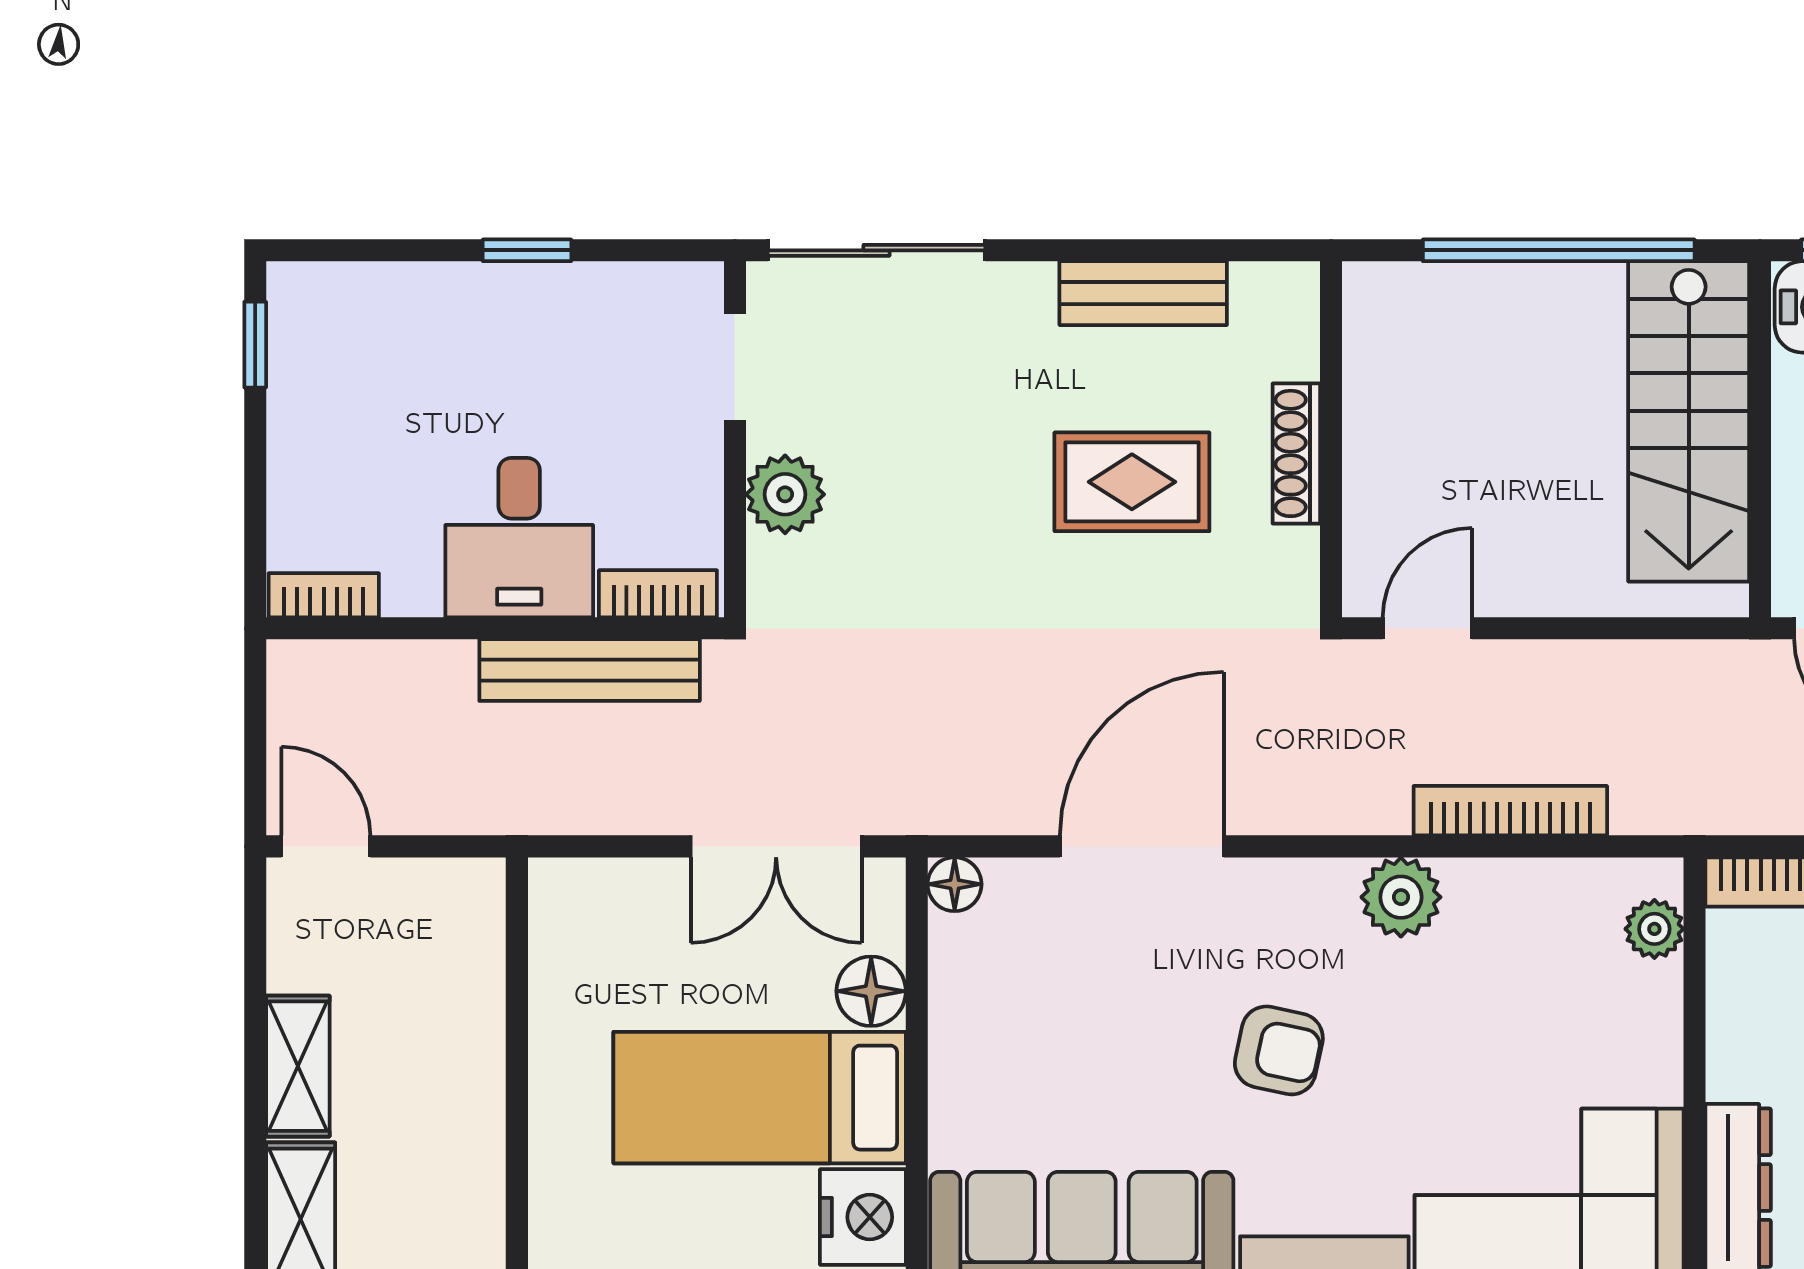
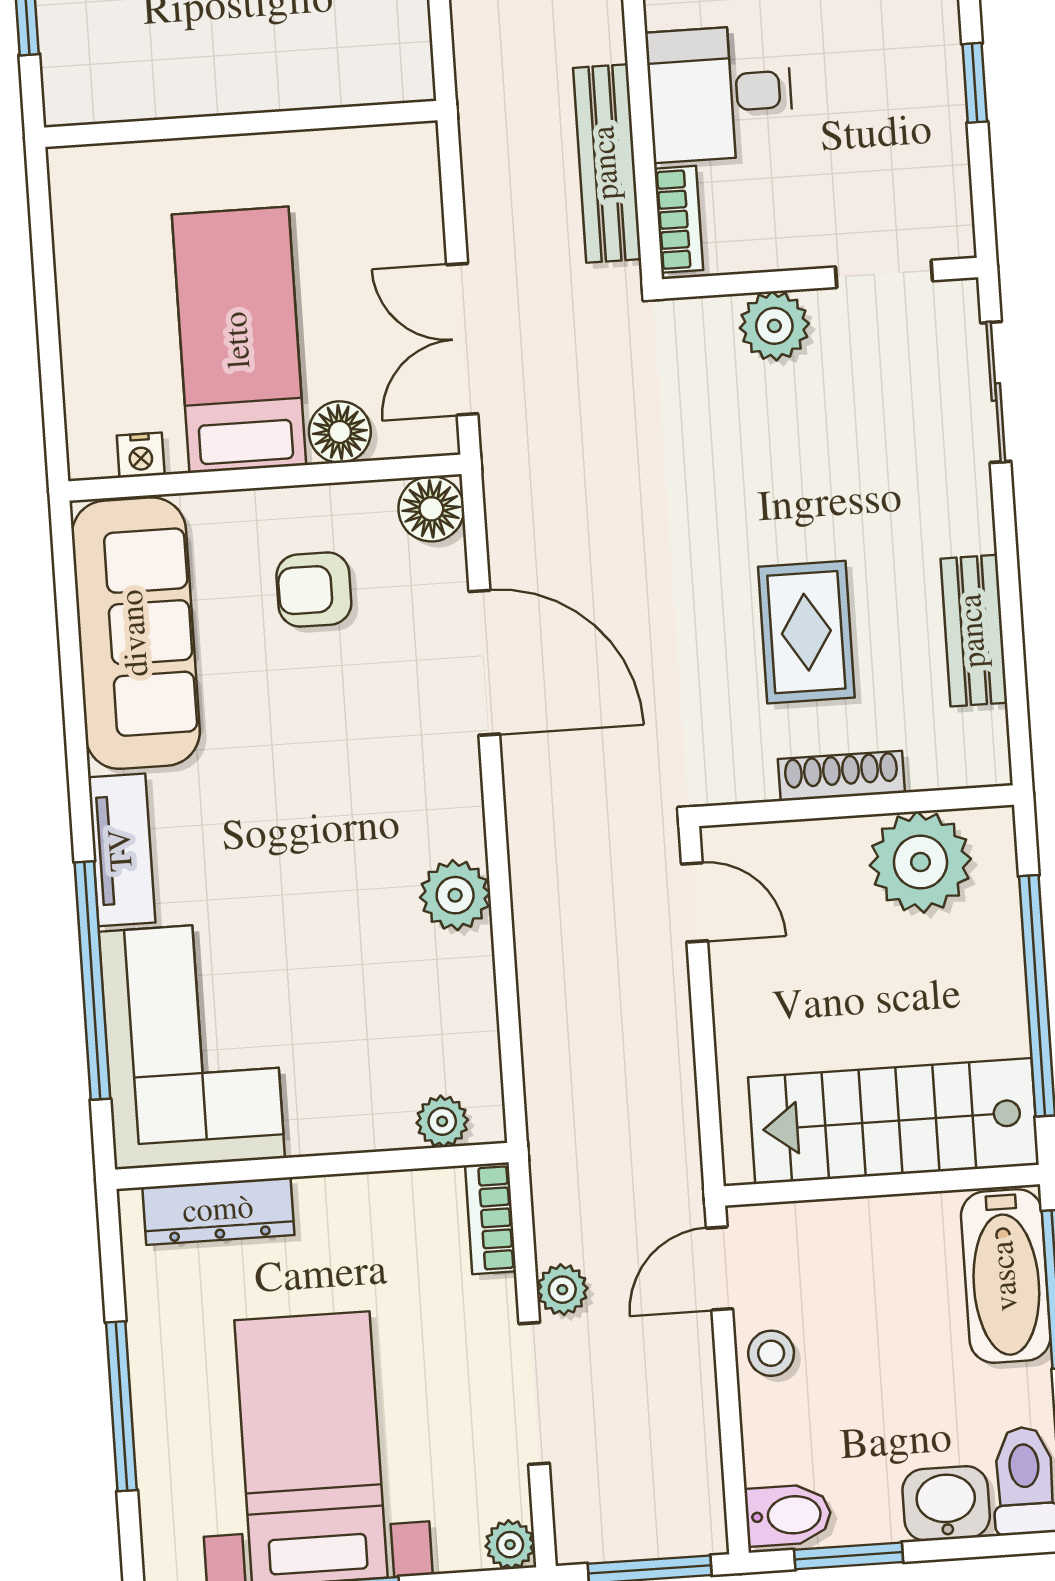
sliding door: (876, 250) -> (996, 392), width x0.73
plant: (1399, 371) -> (920, 862), added
bookcase: (1510, 811) -> (538, 987), removed
floor lamp: (955, 884) -> (431, 509), width x1.37, depth x1.37
armchair: (1279, 1050) -> (314, 590), moved, turned 78
nightstand: (863, 1217) -> (141, 455), width x0.53, depth x0.56

